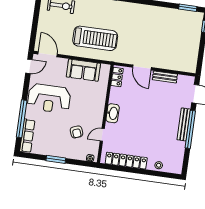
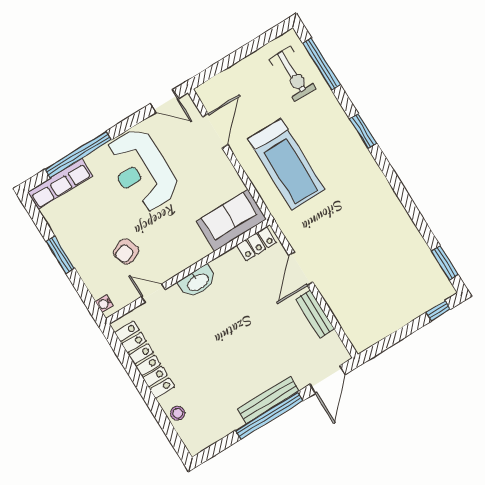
door: (48, 54) -> (215, 131), moved
sofa: (83, 70) -> (231, 220), moved, turned 90

